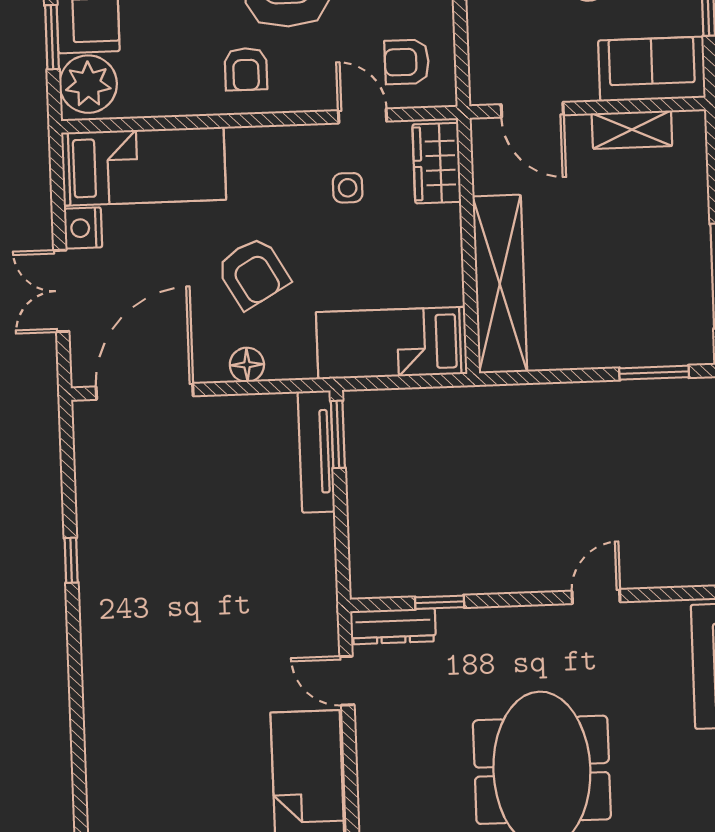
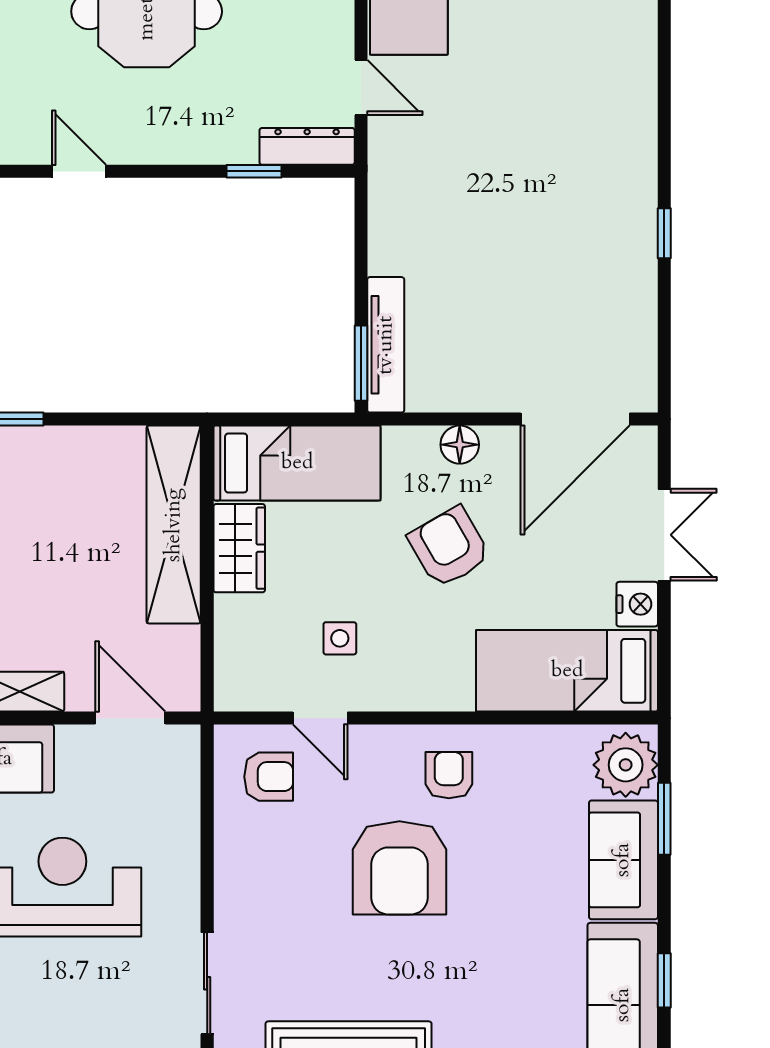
wardrobe: (437, 163) -> (239, 548), moved
door: (596, 596) -> (79, 171), swing flipped

